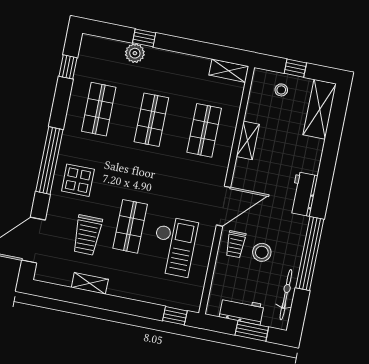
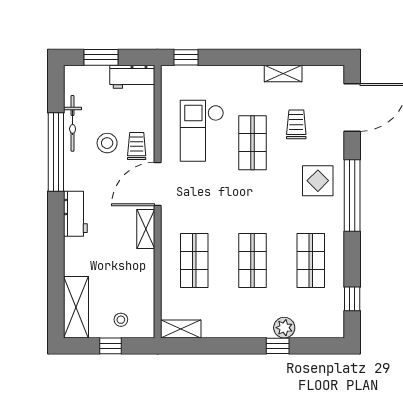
shelving: (248, 140) -> (146, 229), moved
trolley: (87, 235) -> (296, 124), width x0.73, depth x0.72
bicycle: (286, 295) -> (73, 123), moved
workbench: (242, 311) -> (132, 77), moved

